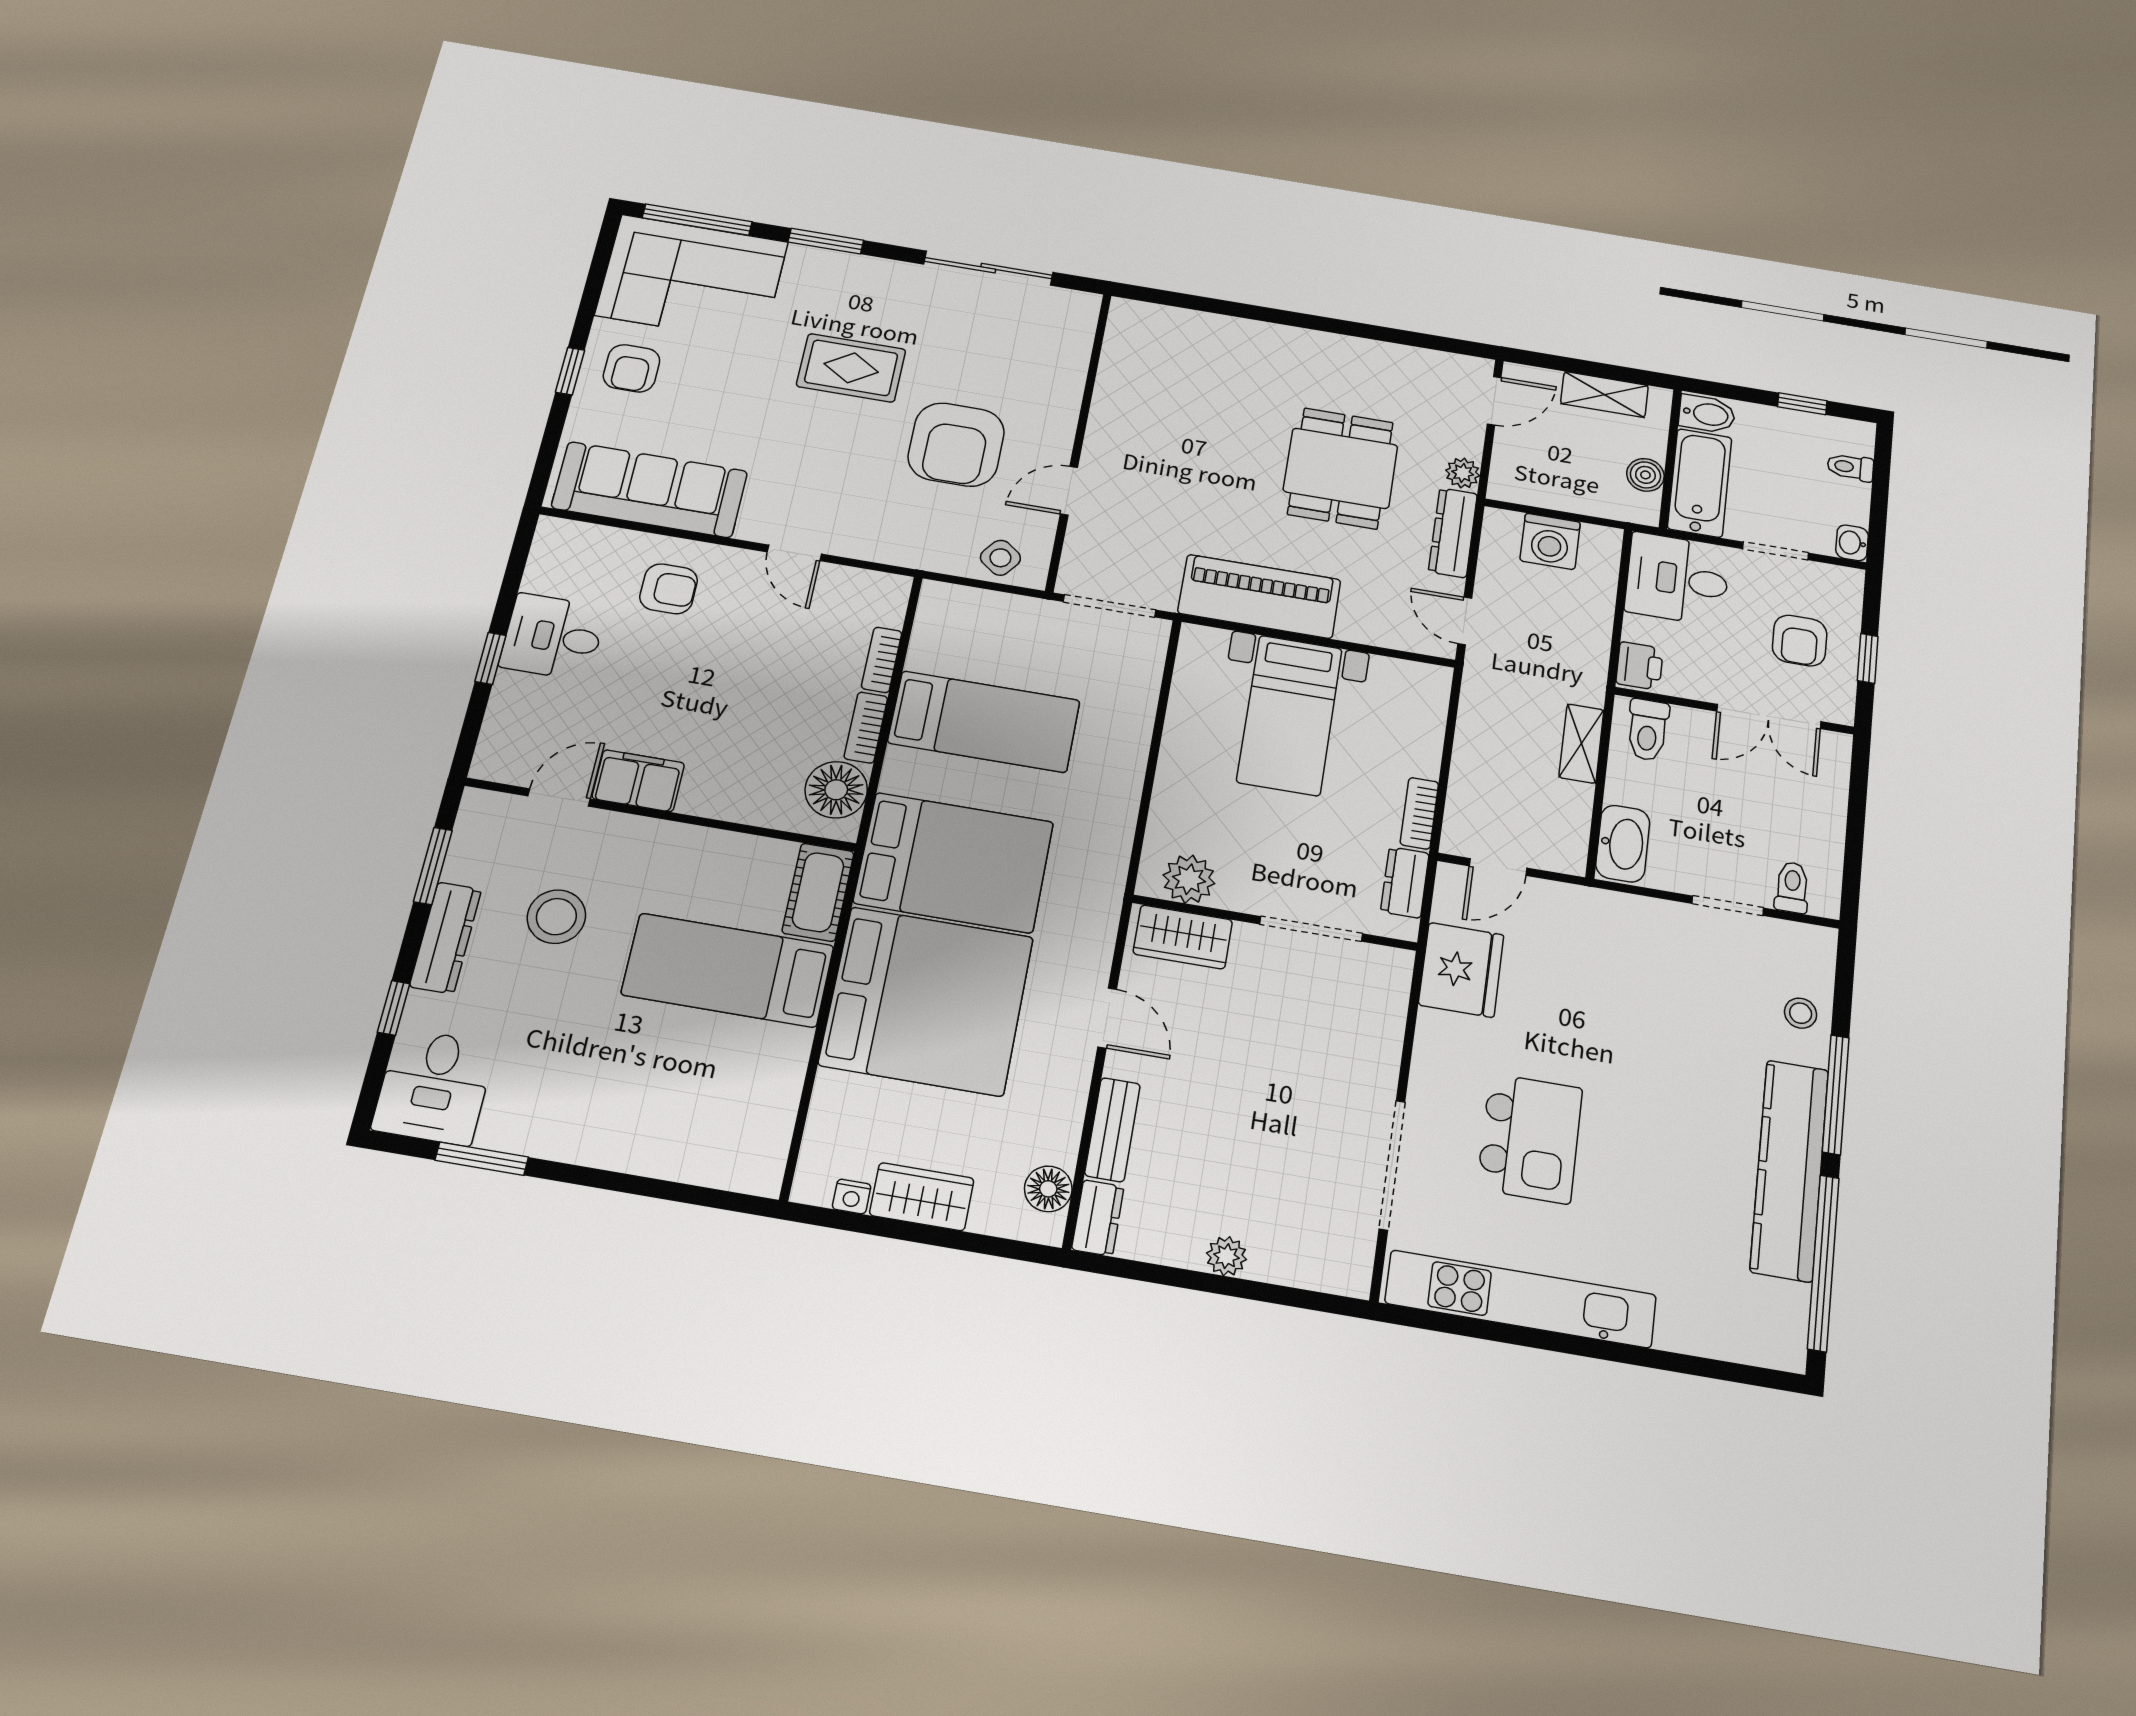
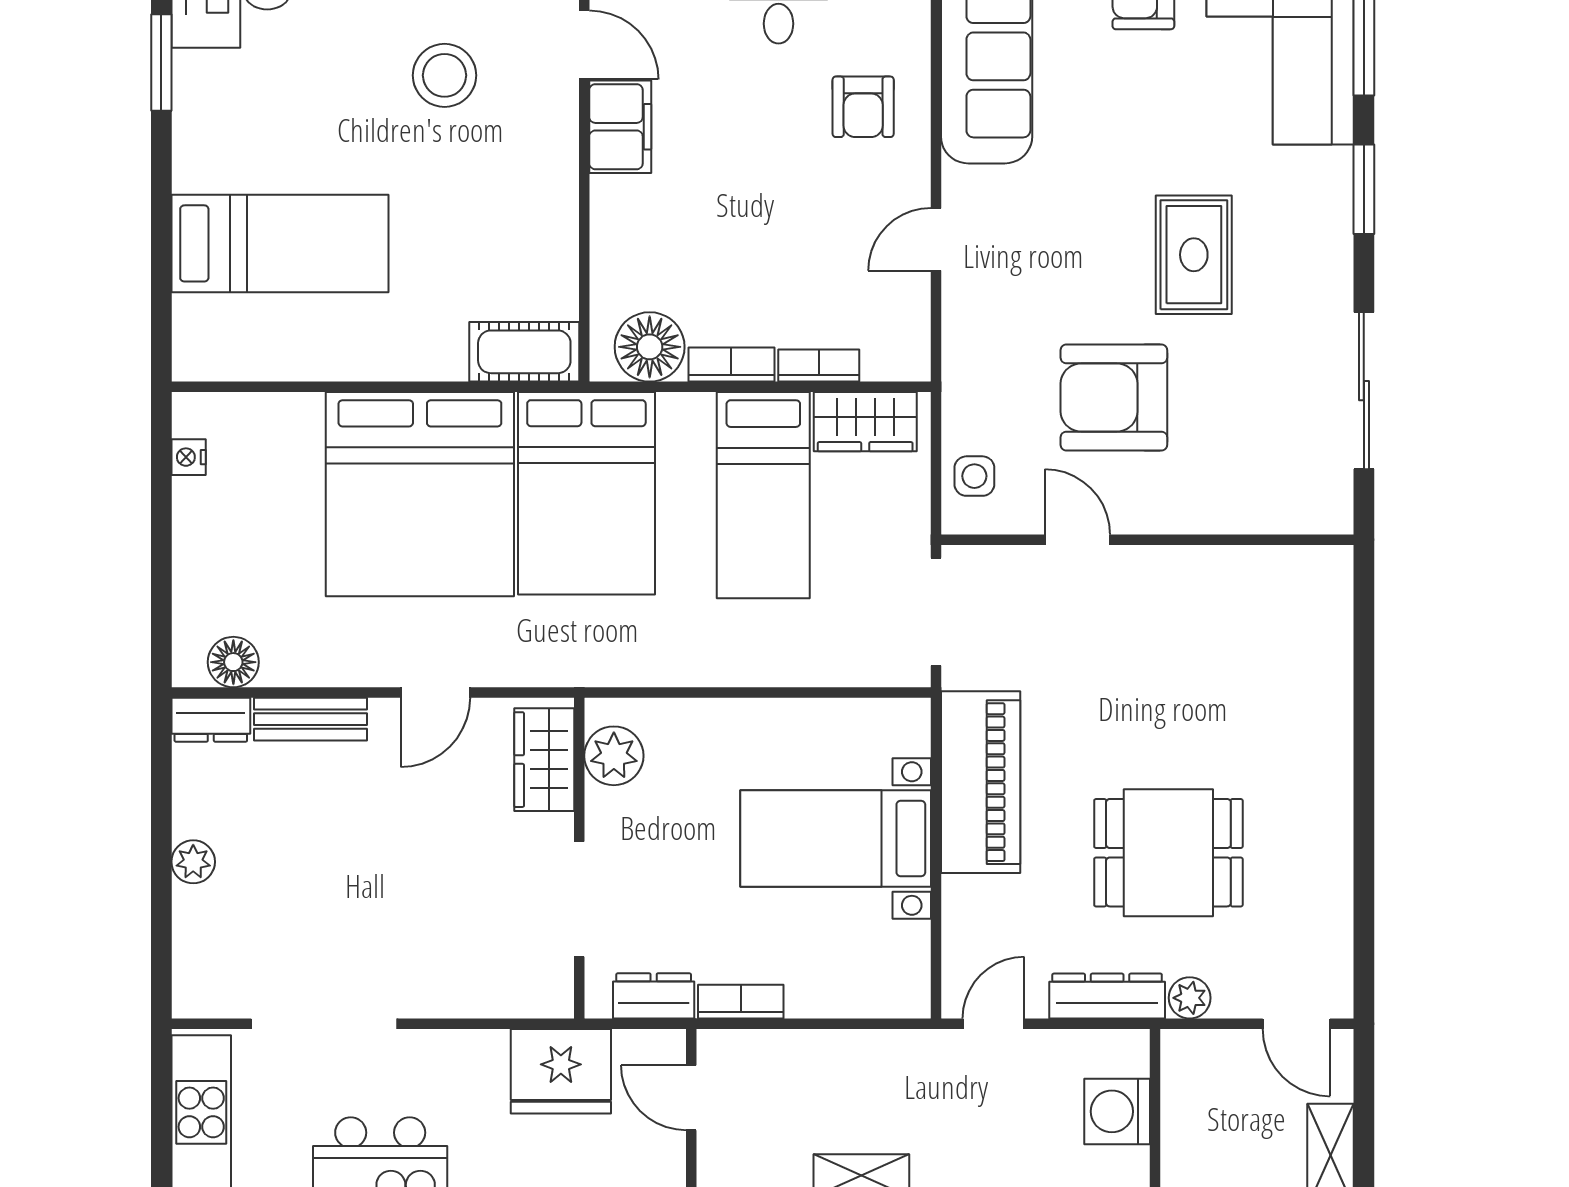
side table: (1000, 558) -> (974, 476), turned -37
bed: (728, 970) -> (280, 243), moved, turned 90
wardrobe: (922, 1197) -> (865, 422), moved, turned 90

